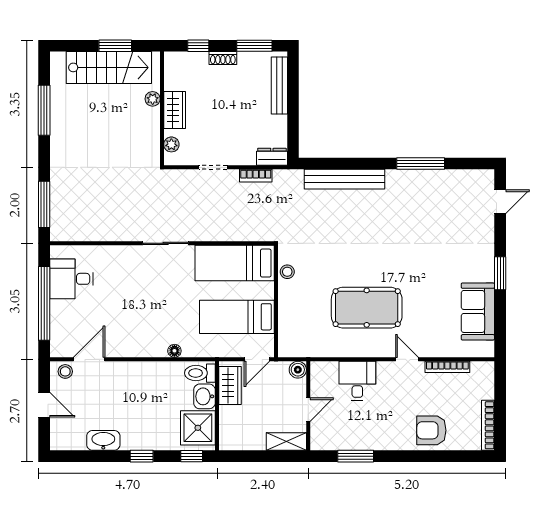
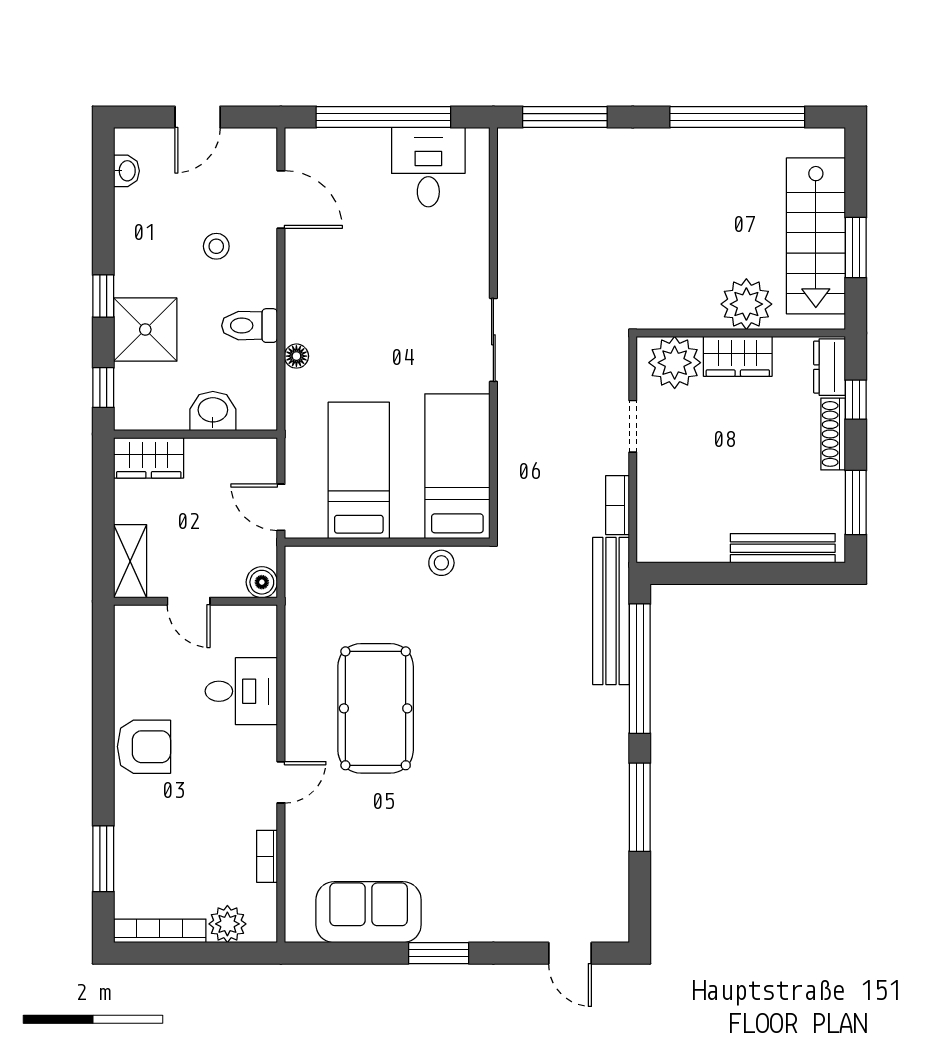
shoe rack: (223, 58) -> (833, 434), width x1.43
plant: (153, 99) -> (746, 304), width x1.88, depth x1.88
window: (44, 110) -> (737, 117), width x1.46
plant: (171, 144) -> (675, 363), width x1.87, depth x1.87
dresser: (272, 157) -> (829, 367), moved, turned 180
window: (345, 164) -> (640, 669), added
bench: (344, 179) -> (611, 611), moved
bookcase: (447, 367) -> (267, 856), width x0.64
stool: (65, 371) -> (216, 246), moved
toilet: (200, 373) -> (250, 326), moved, turned -90
wardrobe: (230, 385) -> (149, 458), moved
plant: (484, 388) -> (227, 924), added
shower: (198, 428) -> (145, 330), moved
armchair: (431, 430) -> (144, 747), moved, turned 90
washbasin: (103, 440) -> (127, 171), moved, width x0.52, depth x0.69
window: (356, 456) -> (103, 859), moved

